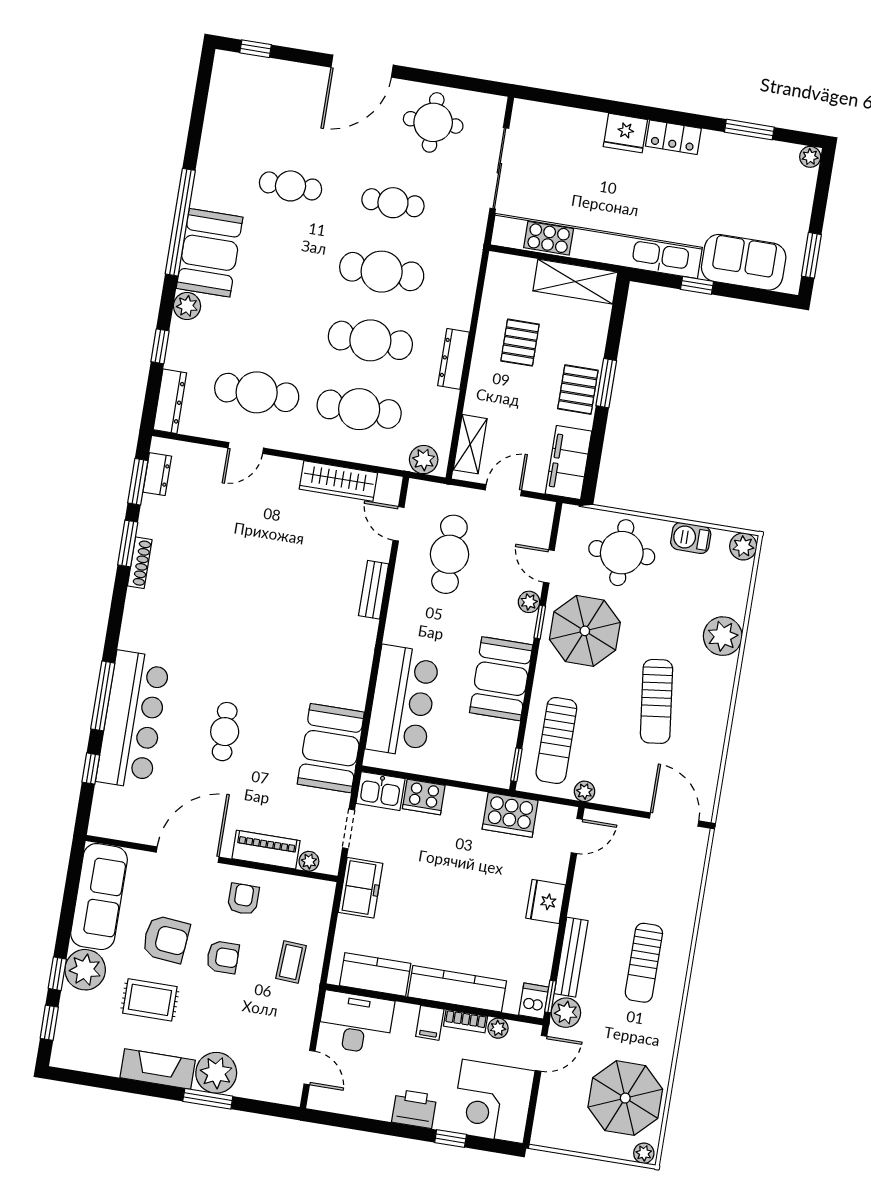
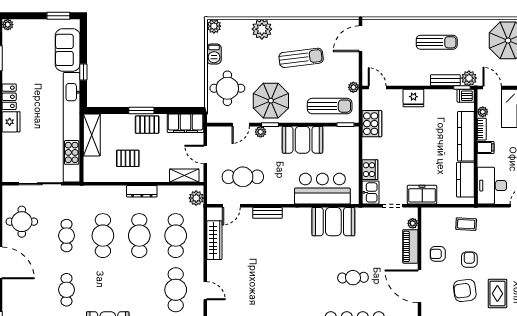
booth: (331, 748) -> (333, 222), moved
armchair: (166, 939) -> (465, 290), turned -102
bench: (571, 957) -> (445, 80), width x0.73

